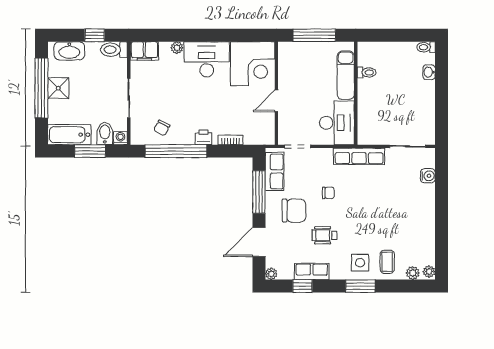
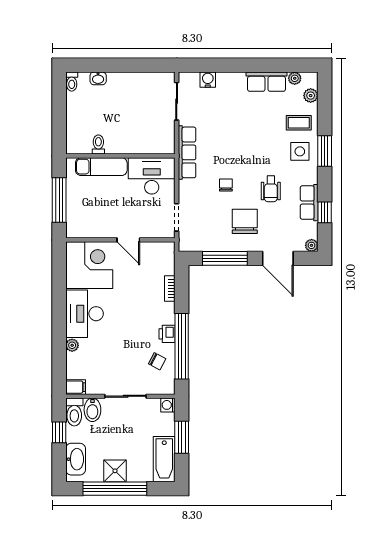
filing cabinet: (144, 51) -> (76, 387), width x0.50
bidet: (105, 134) -> (92, 410), moved, turned -90
printer: (204, 137) -> (167, 334), moved
row of seats: (275, 171) -> (266, 82), moved, turned 180
plant: (429, 271) -> (295, 78), moved

